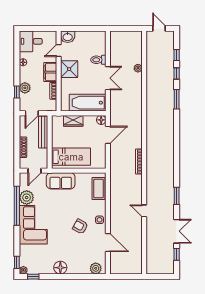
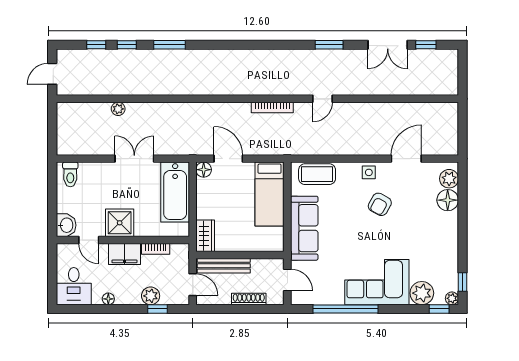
toilet: (98, 60) -> (70, 174), moved
wardrobe: (73, 121) -> (205, 236), moved
bed: (71, 157) -> (270, 194), moved, turned 180
sofa: (61, 181) -> (304, 228), width x1.36
plant: (27, 198) -> (422, 293), moved
door: (144, 211) -> (322, 99), moved
double door: (177, 231) -> (388, 45), swing flipped
floor lamp: (60, 268) -> (448, 200), moved

